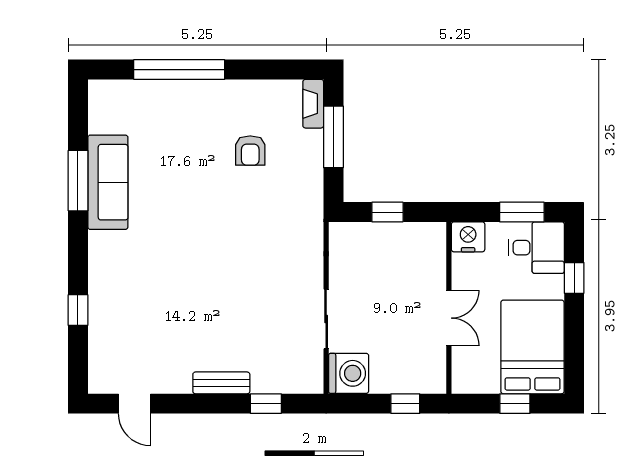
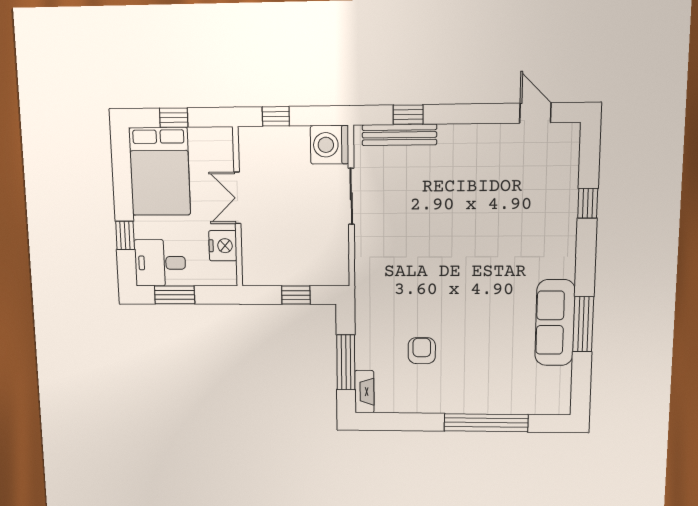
nightstand: (468, 237) -> (223, 246), moved, turned -90
bench: (221, 383) -> (399, 135), moved, width x1.36

